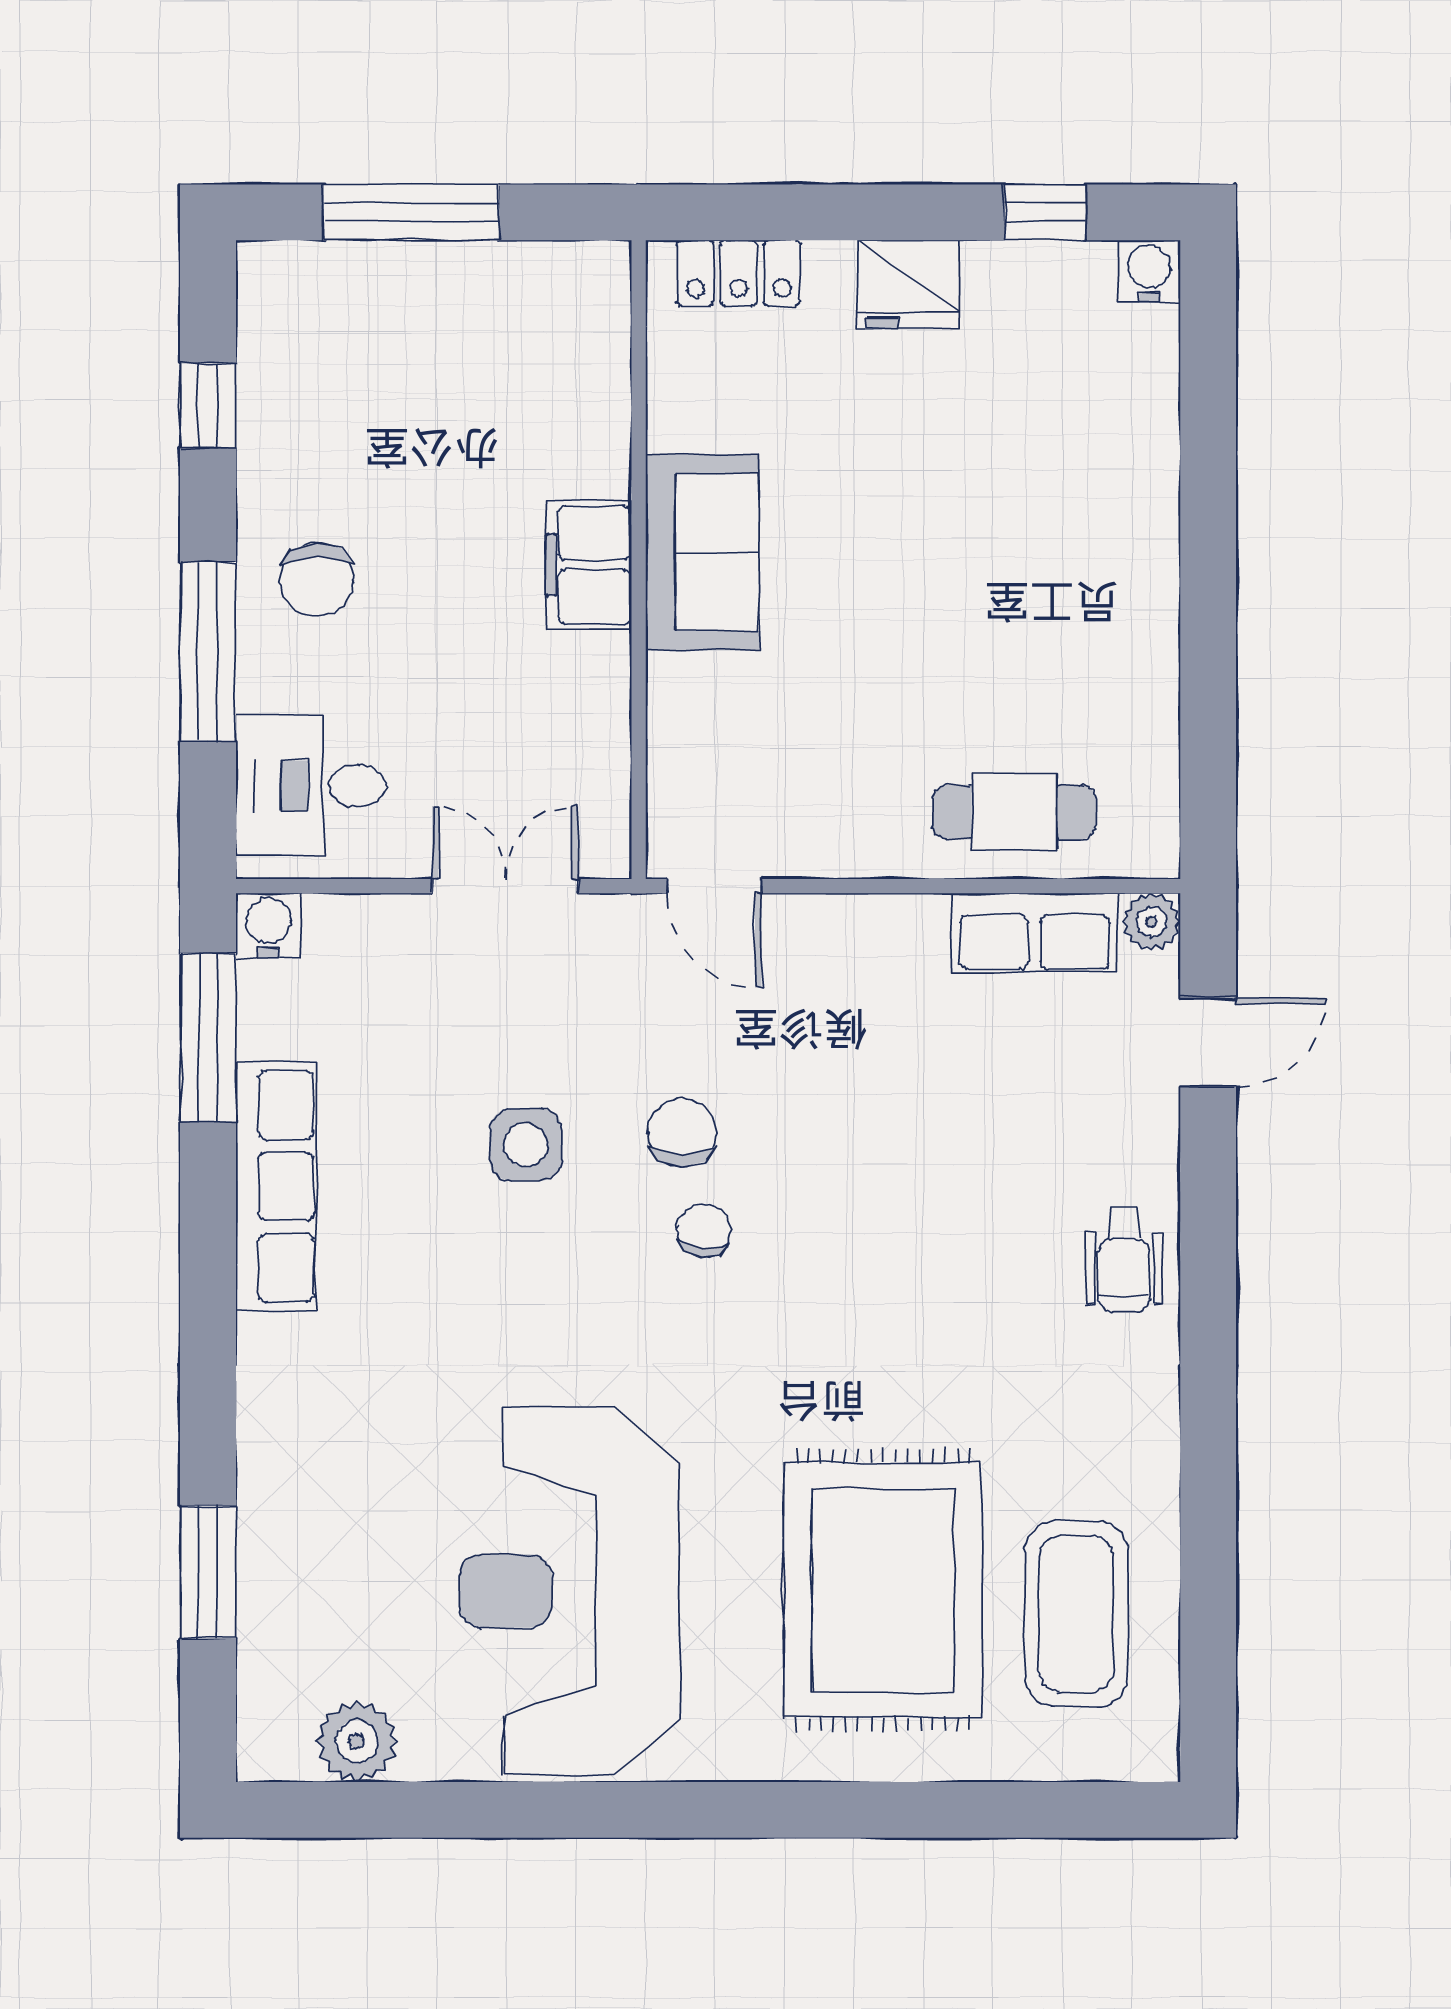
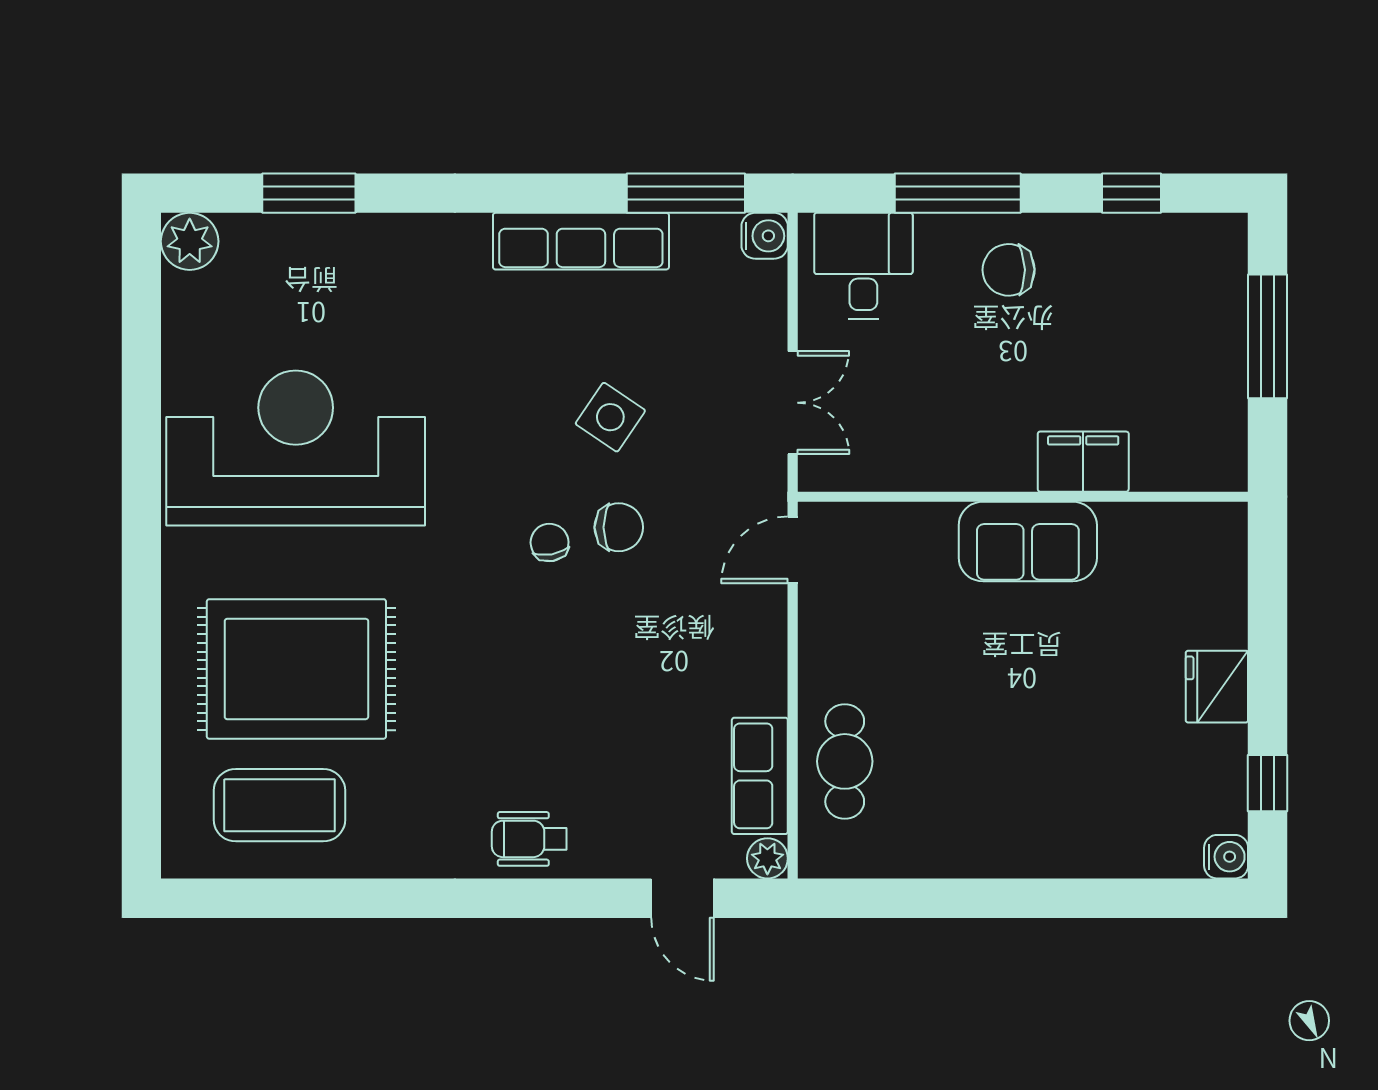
locker: (739, 273) -> (1225, 567), removed
filing cabinet: (589, 565) -> (1083, 462), moved
side table: (526, 1145) -> (610, 417), turned 34
chair: (704, 1231) -> (550, 543), turned -105
plant: (357, 1741) -> (190, 241), moved

